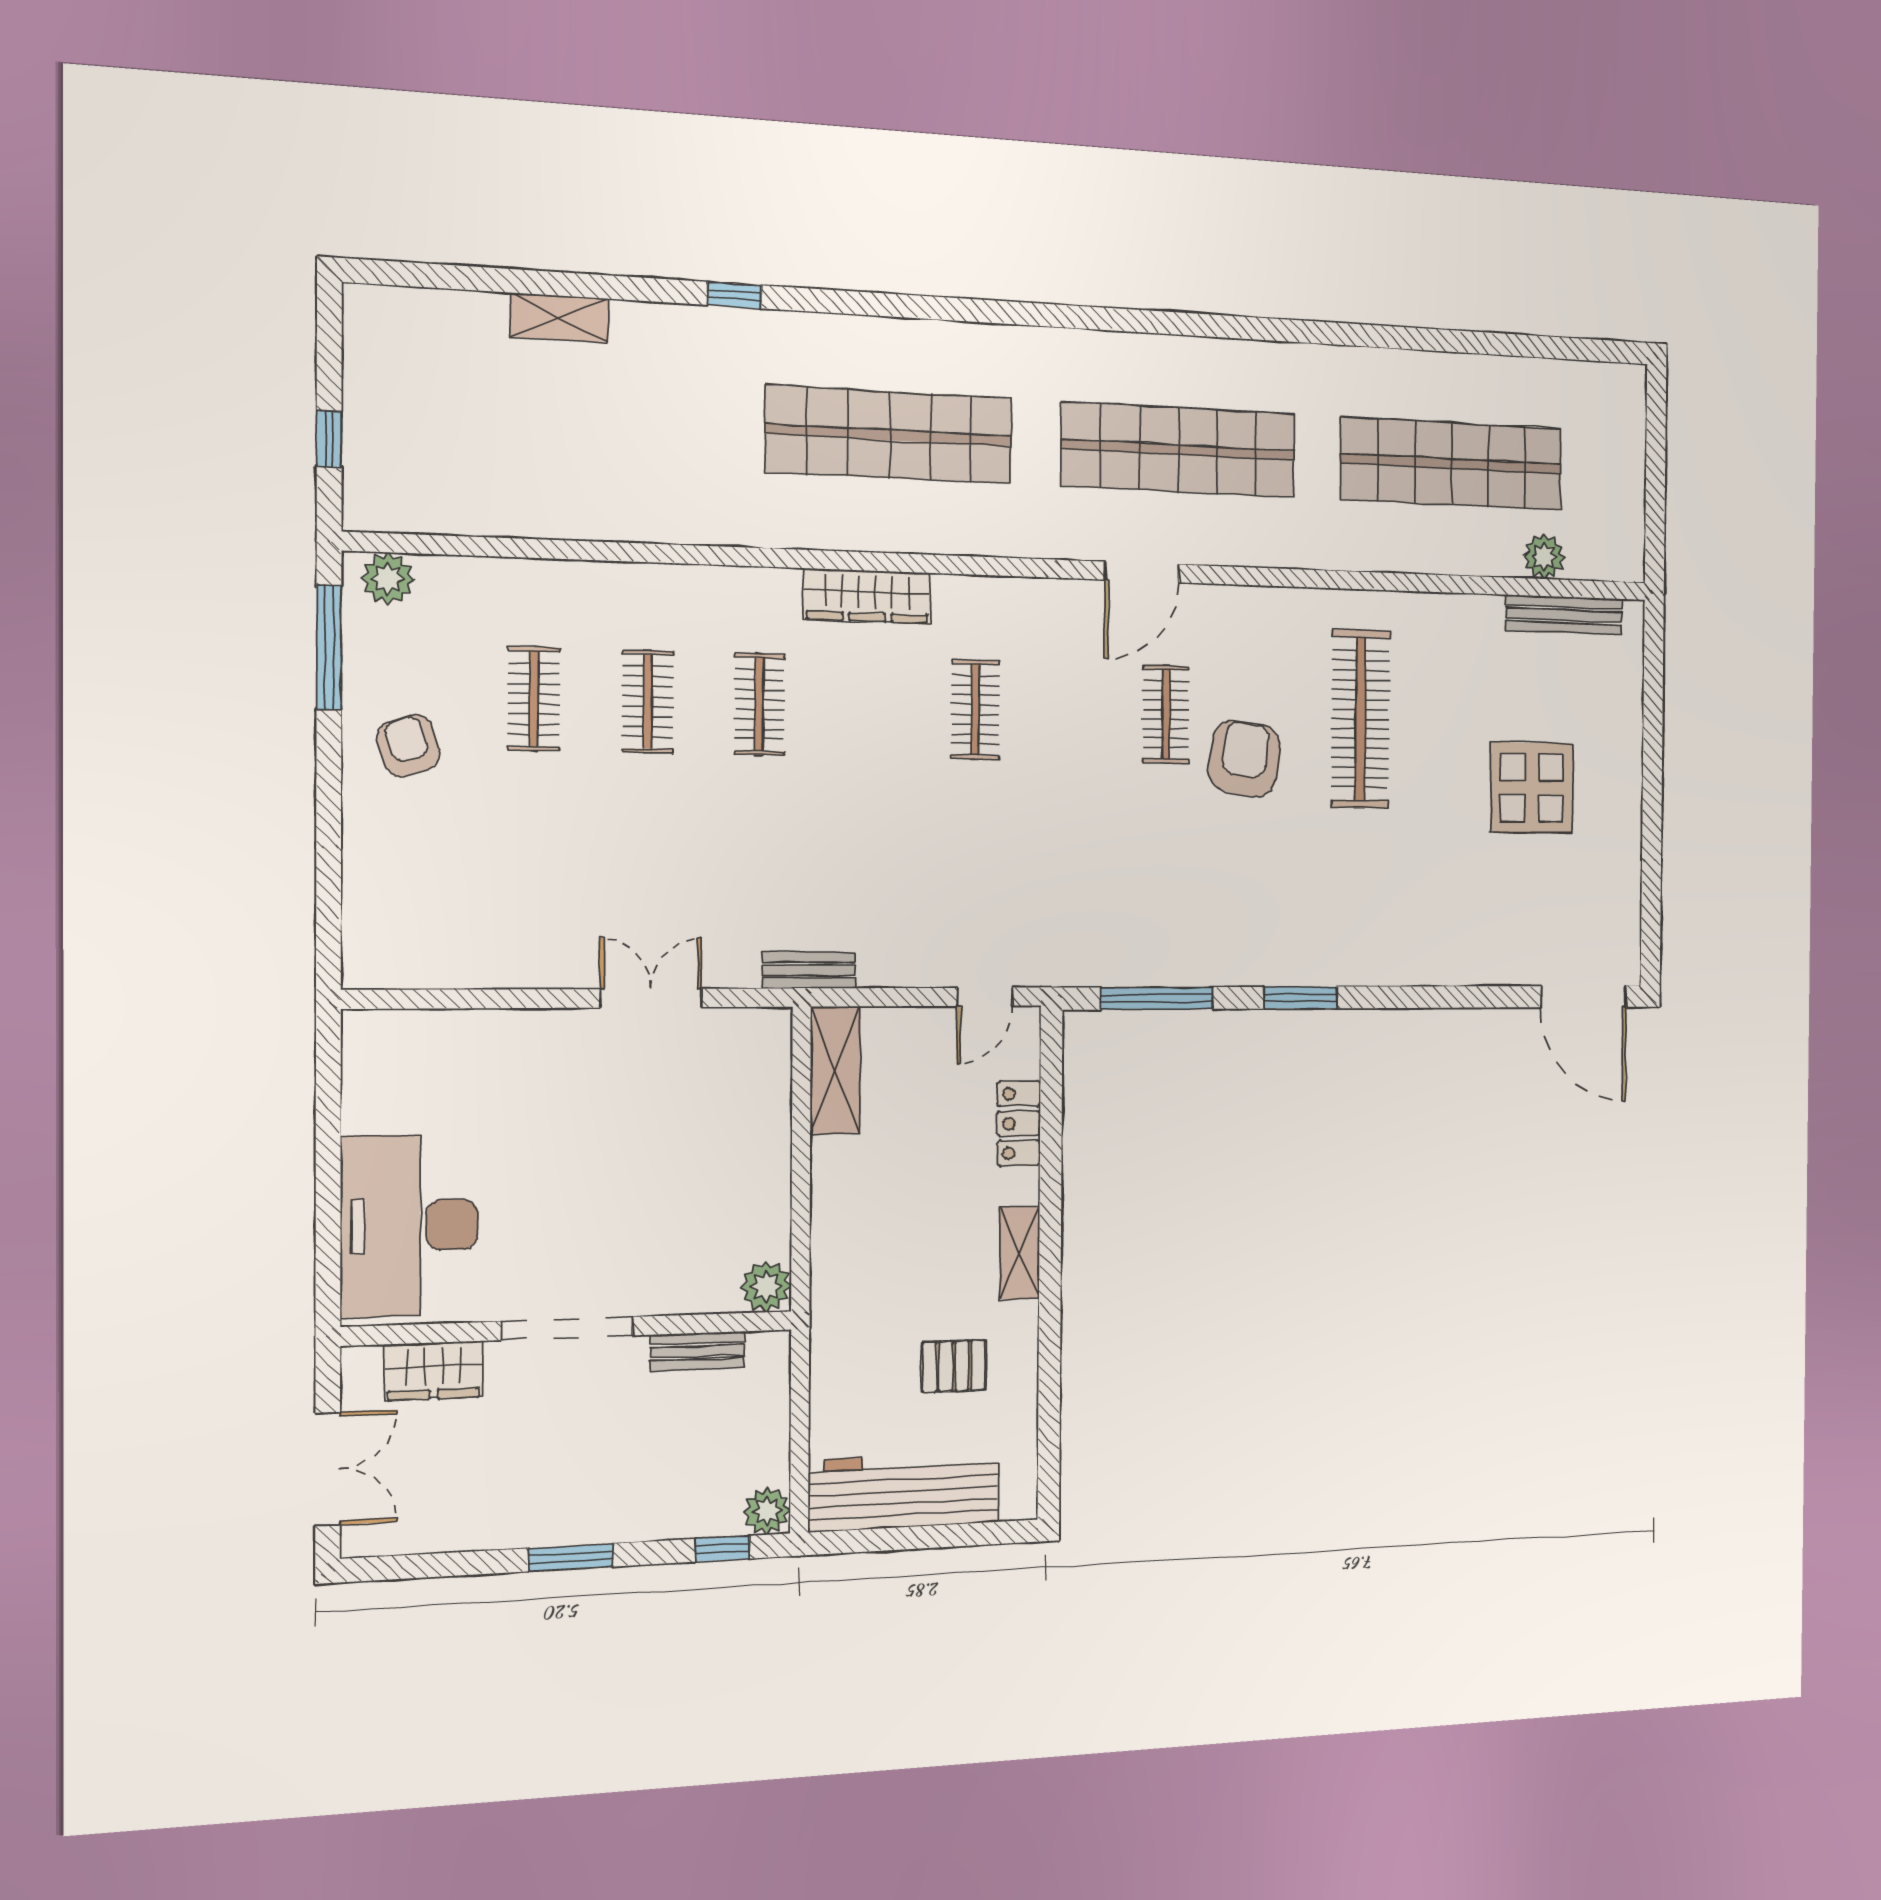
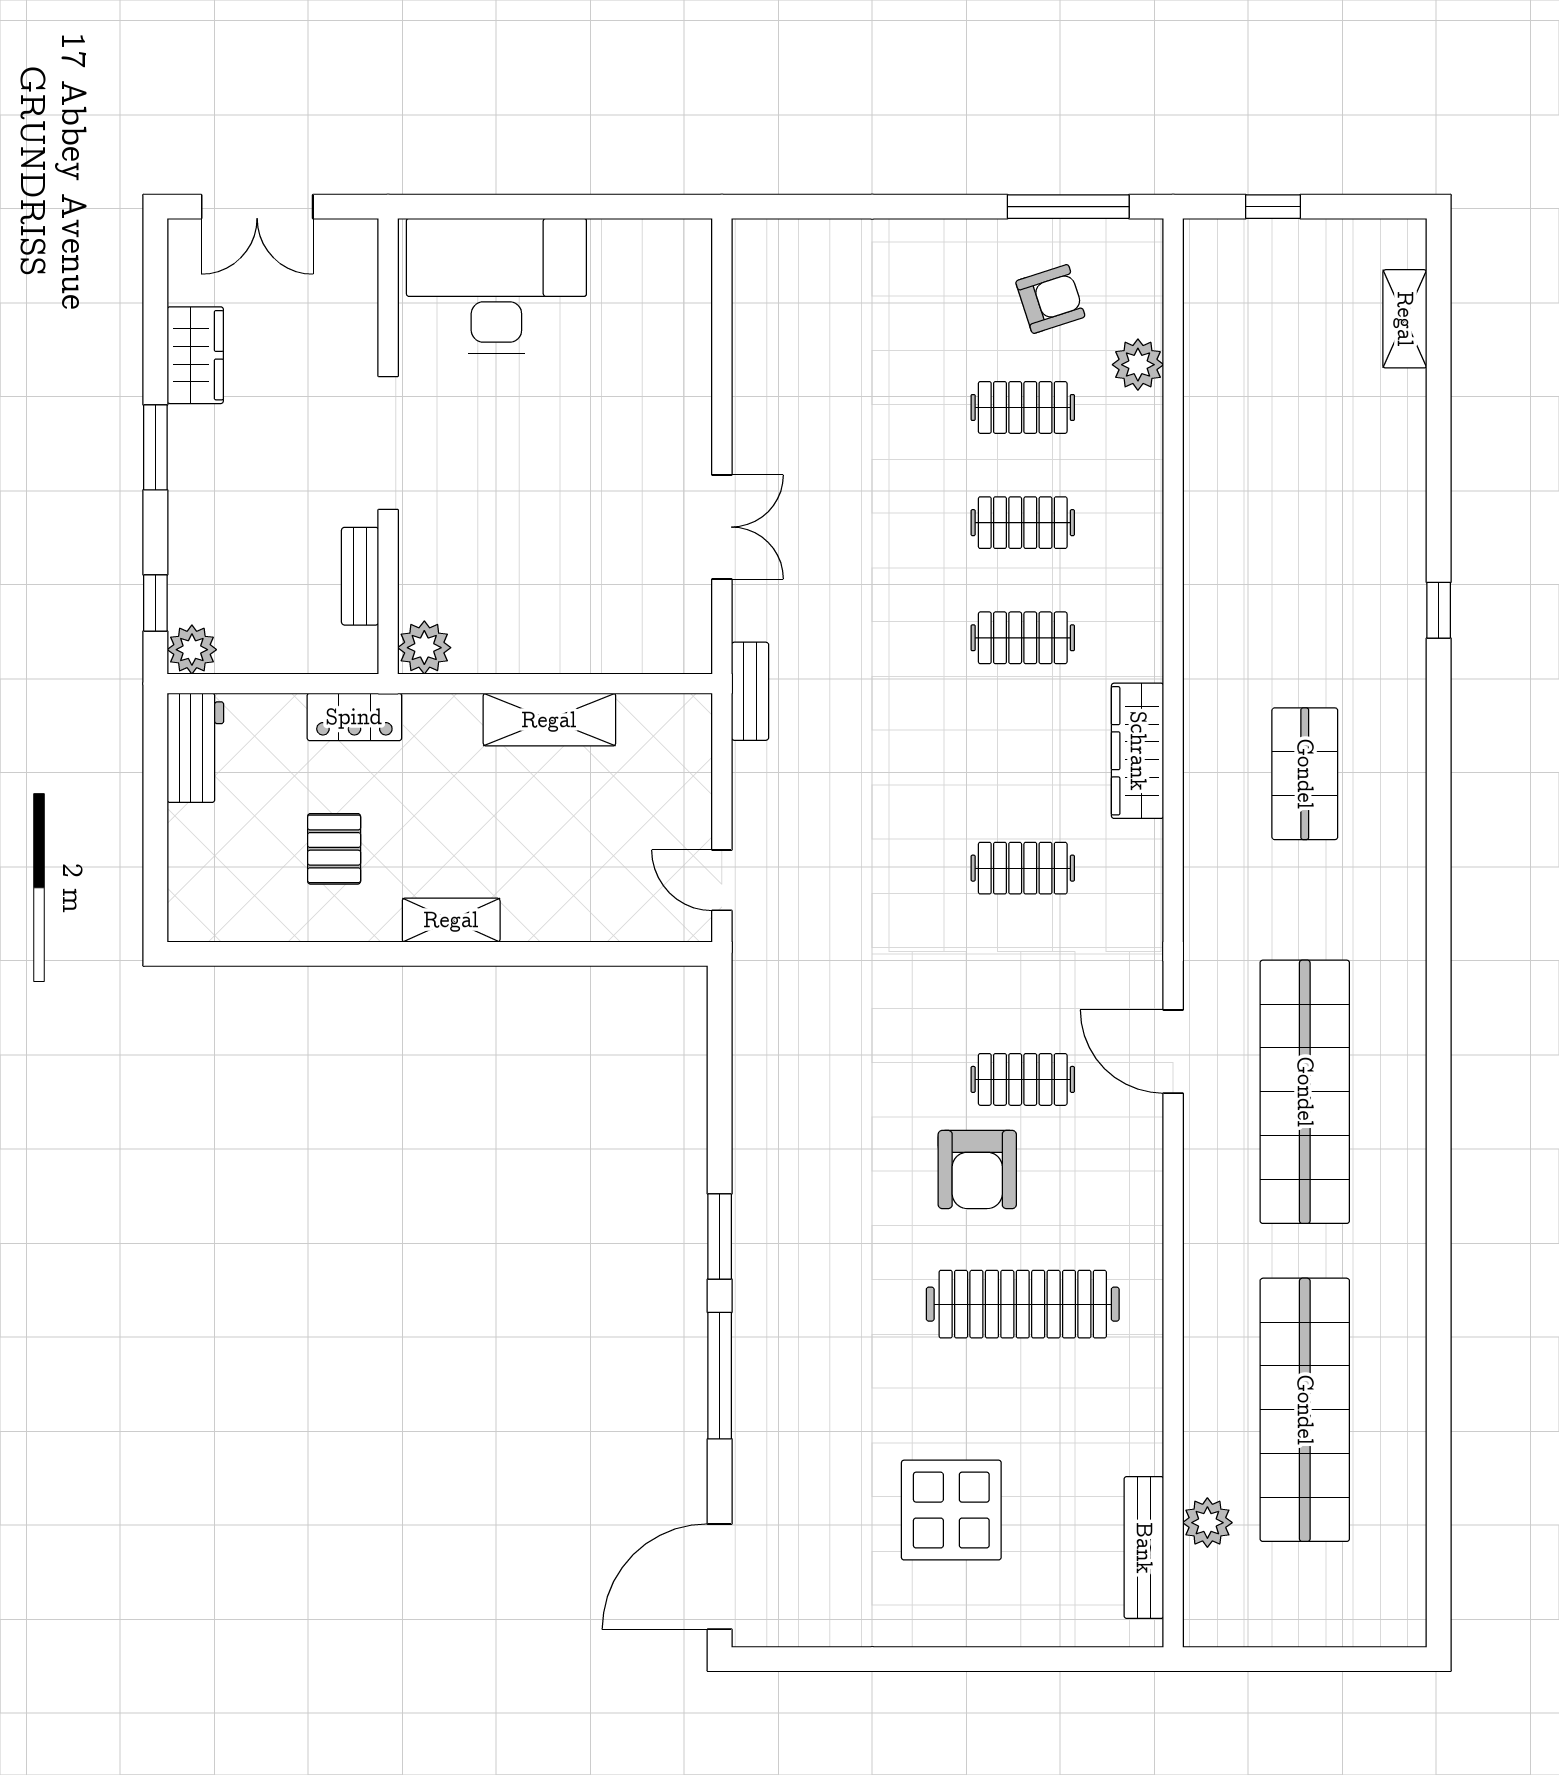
shelving: (560, 318) -> (1405, 319), moved
shop shelf: (889, 435) -> (1305, 774), width x0.50, depth x0.74
plant: (388, 579) -> (1138, 365), moved
armchair: (409, 746) -> (1050, 299), moved
armchair: (1244, 759) -> (977, 1169), turned 82
window: (1157, 998) -> (720, 1376), moved
shelving: (835, 1070) -> (549, 720), moved
locker: (1019, 1123) -> (354, 717), moved, turned 180
wardrobe: (434, 1371) -> (195, 355), moved, turned 180
workbench: (904, 1491) -> (195, 748), width x0.53, depth x0.76

